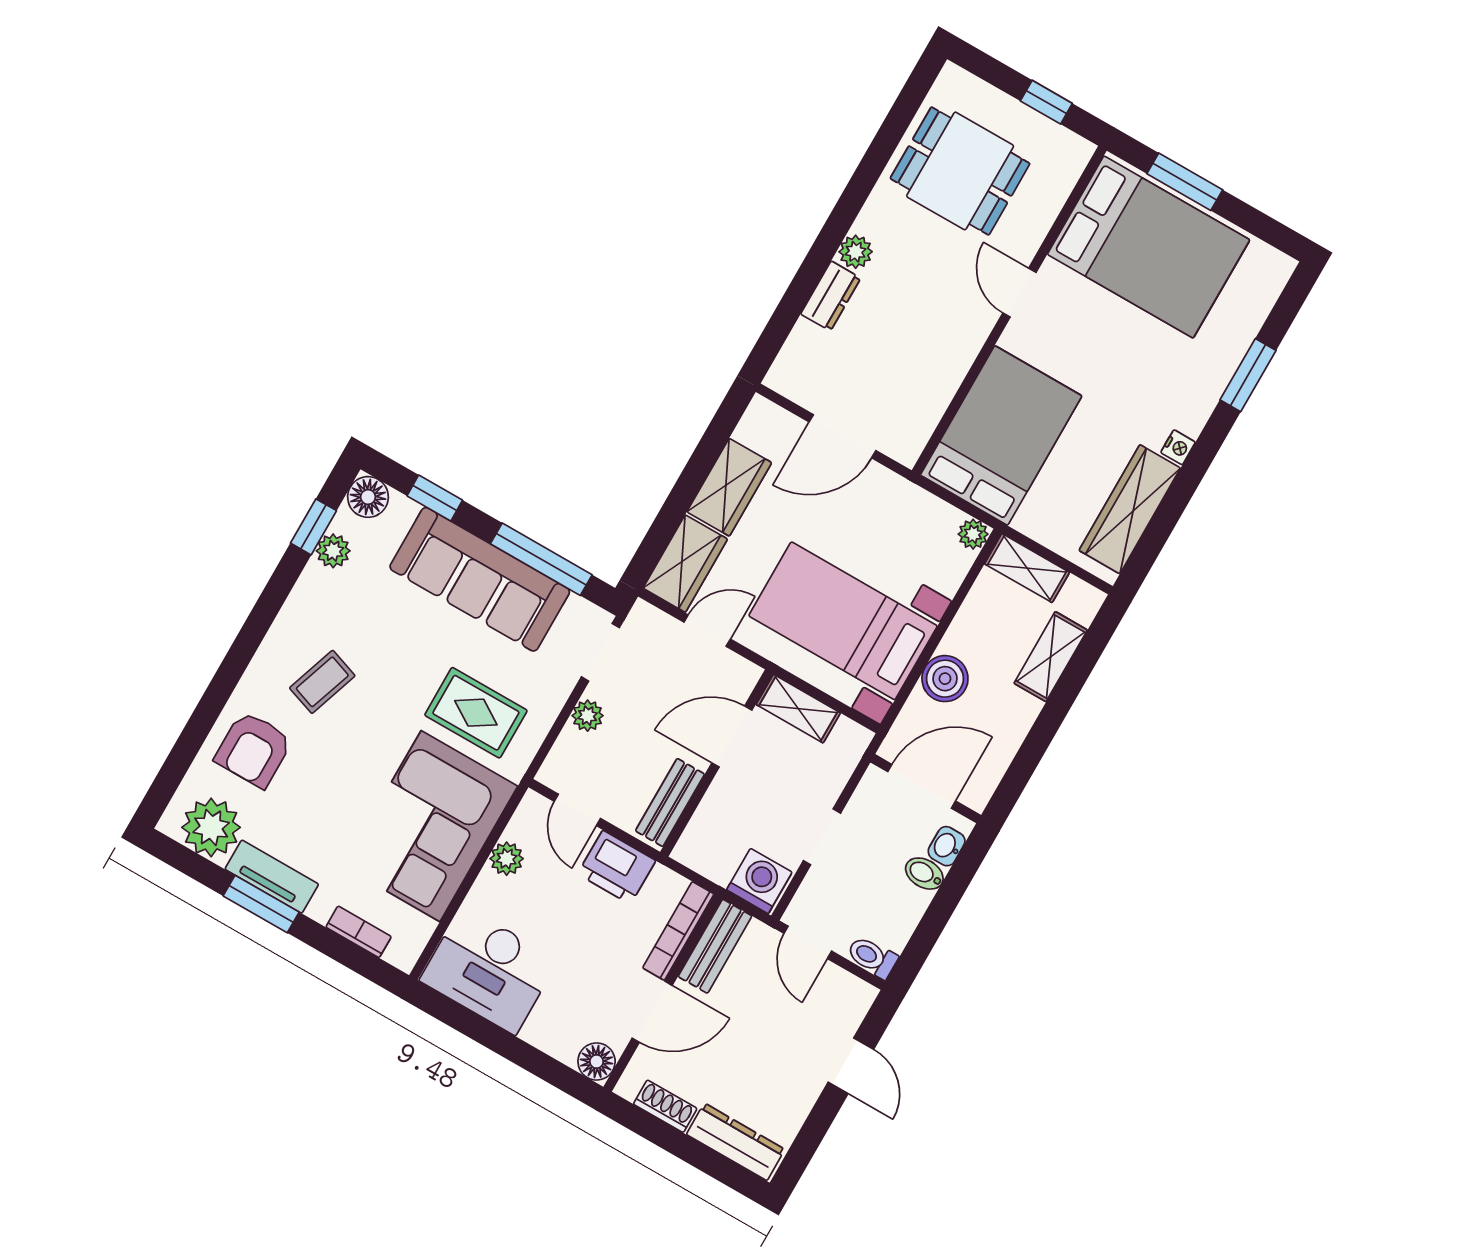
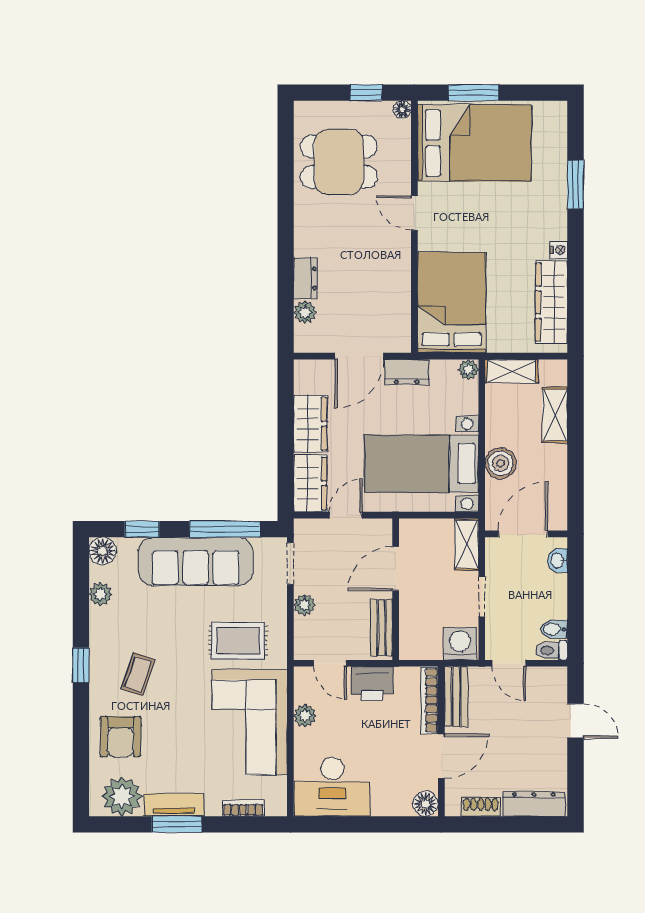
floor lamp: (1080, 151) -> (402, 110), added
plant: (856, 252) -> (305, 312), moved
dresser: (892, 492) -> (407, 372), added
window: (313, 527) -> (81, 665), moved
shelving: (798, 709) -> (467, 544), moved, turned 90
bidet: (924, 874) -> (554, 629), moved

